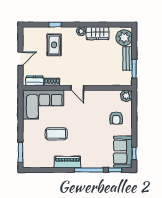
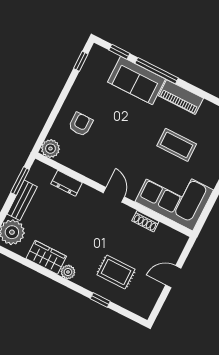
rug: (54, 45) -> (116, 272), turned 90
dresser: (35, 81) -> (67, 183), moved
sofa: (123, 152) -> (137, 81), moved, turned 90

